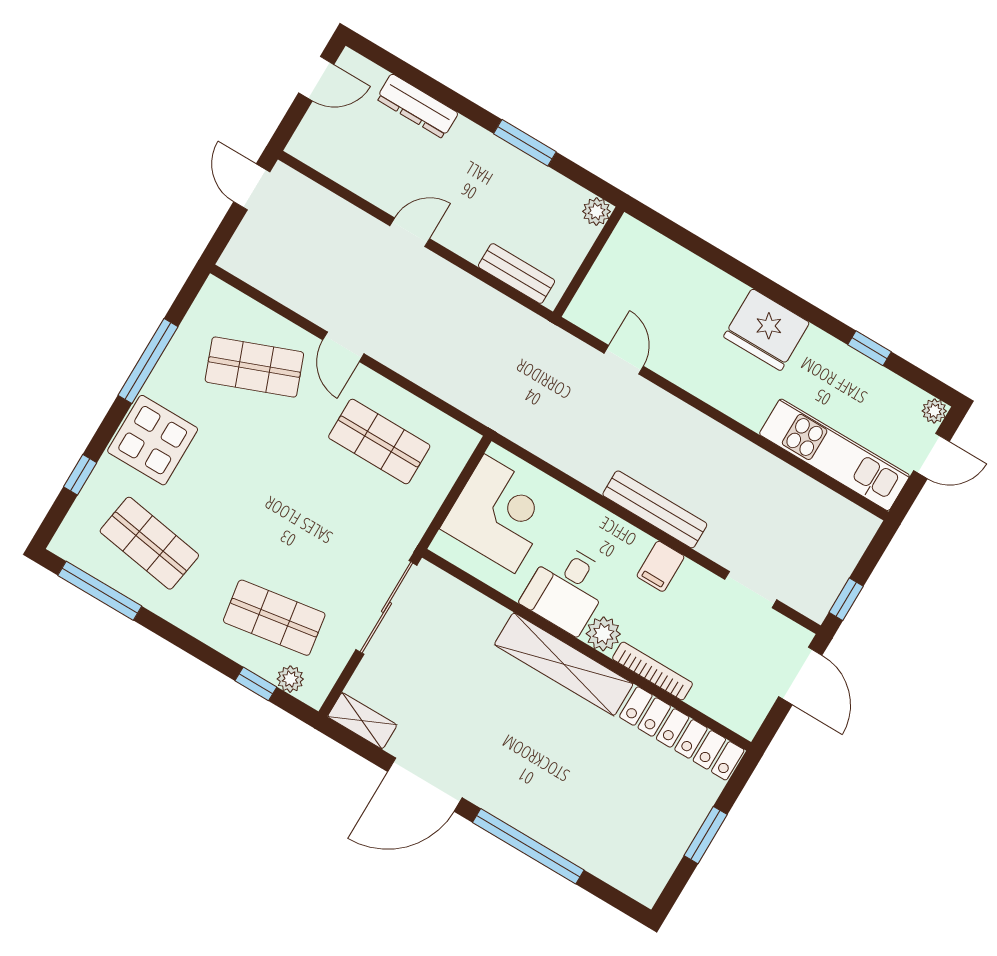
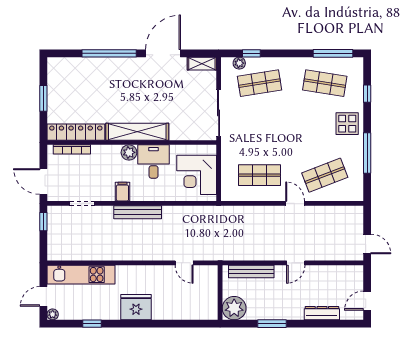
plant: (596, 211) -> (234, 308), width x1.87, depth x1.87
bench: (517, 274) -> (251, 271), width x1.36
display table: (153, 440) -> (347, 124), width x0.73, depth x0.73
bookcase: (653, 671) -> (72, 149), moved

